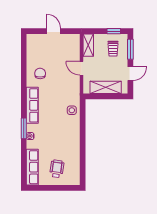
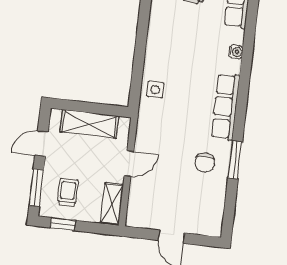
door: (81, 68) -> (129, 164), hinge flipped
window: (24, 128) -> (235, 160), moved

